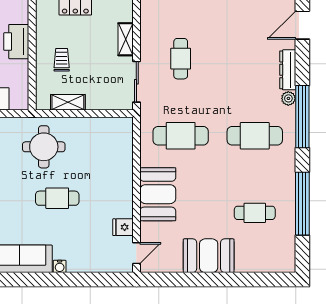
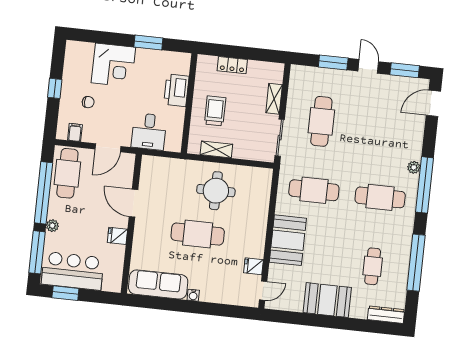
cafe table: (181, 59) -> (321, 121), width x1.37, depth x1.35
trolley: (62, 60) -> (215, 111), width x1.36, depth x1.39
dresser: (288, 70) -> (386, 315), moved, turned 90
round table: (44, 147) -> (216, 191), moved
cafe table: (57, 198) -> (198, 234), width x1.37, depth x1.35
cafe table: (255, 213) -> (373, 266), turned 90

